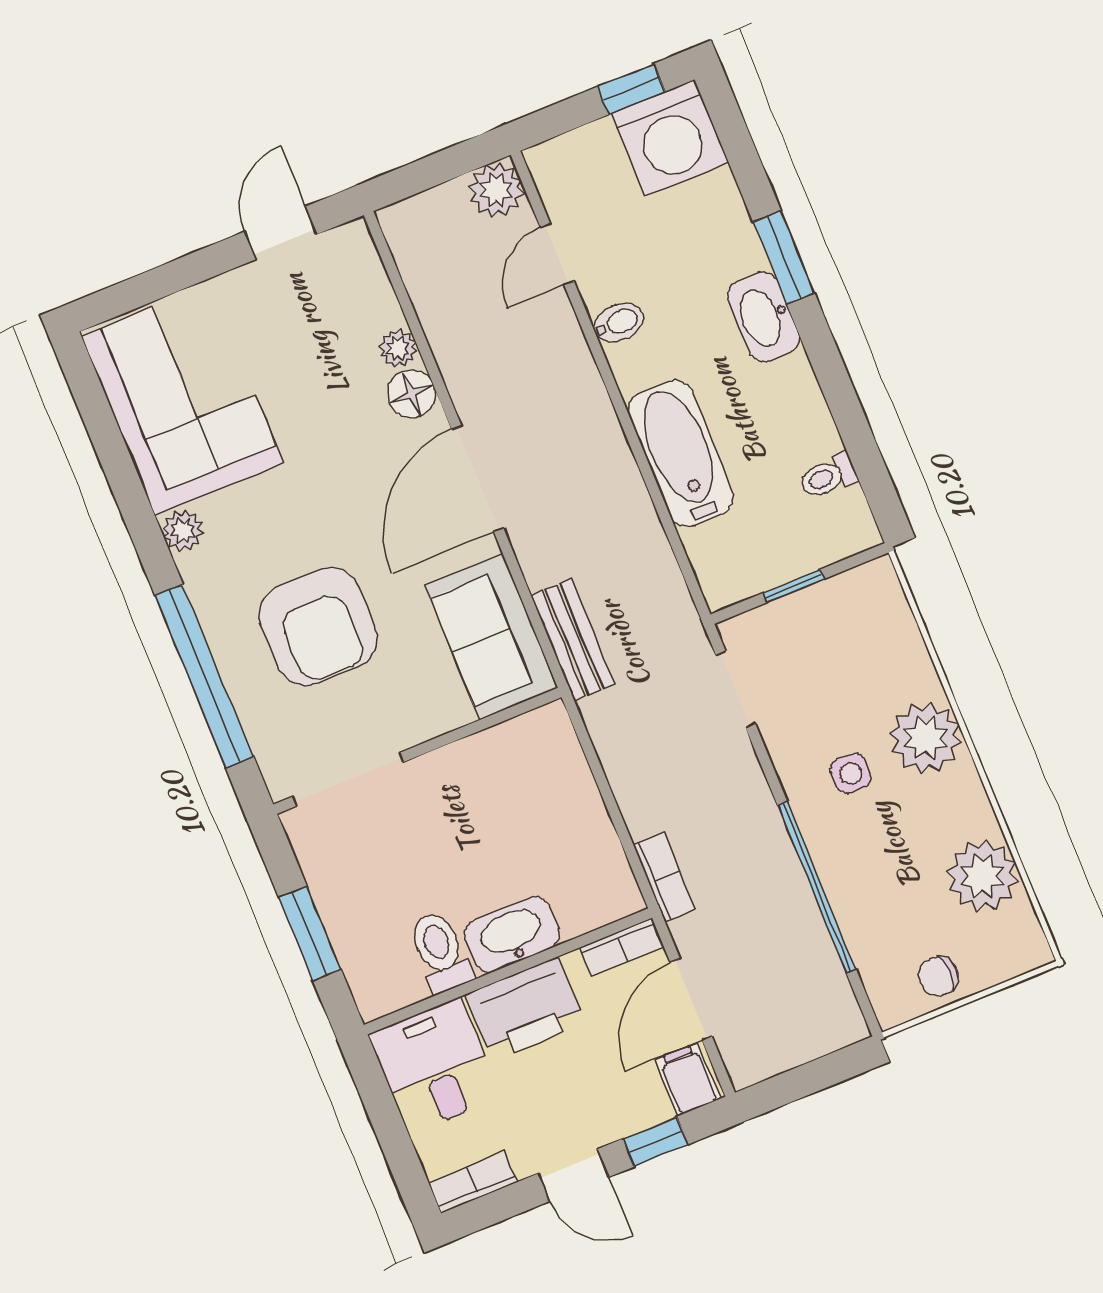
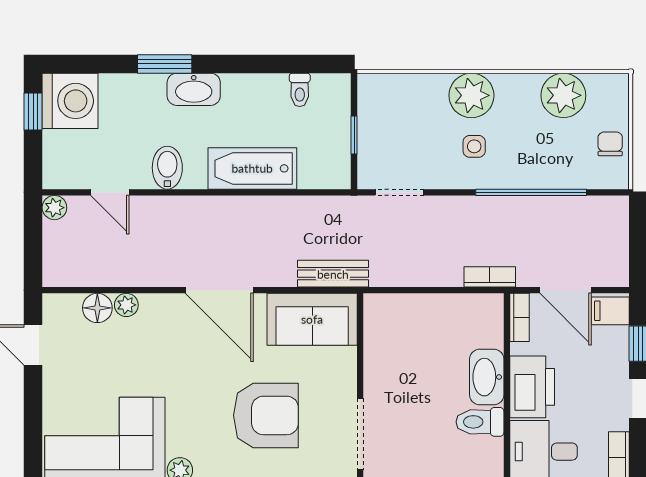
plant: (496, 190) -> (54, 208), width x0.73, depth x0.73
bidet: (619, 323) -> (167, 168), width x1.38, depth x1.36
floor lamp: (411, 394) -> (97, 308), moved
chair: (938, 976) -> (610, 144), turned 180

